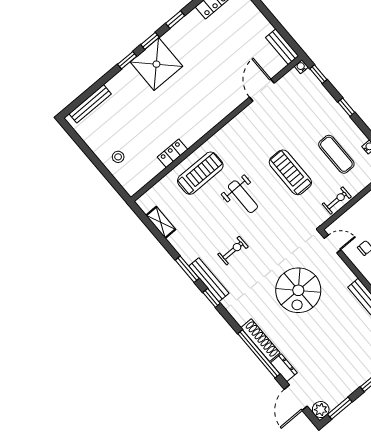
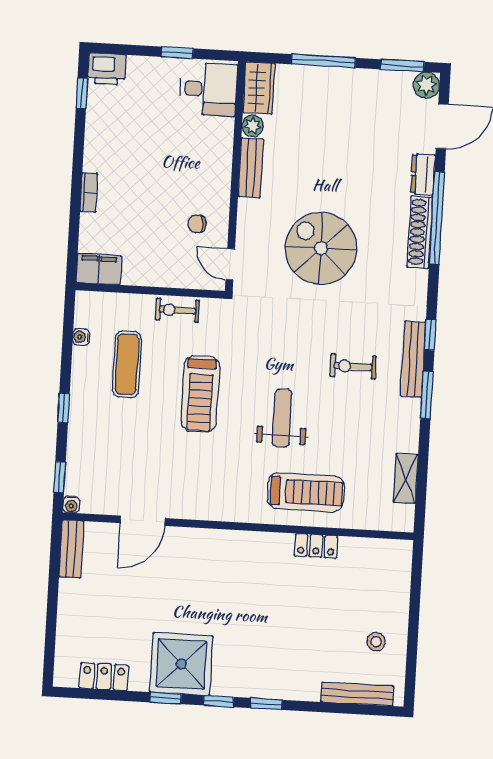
shower: (156, 64) -> (181, 664), moved
stool: (118, 157) -> (376, 642), moved
treadmill: (200, 173) -> (306, 492), turned 180
spiral stairs: (298, 290) -> (321, 248), turned -90

